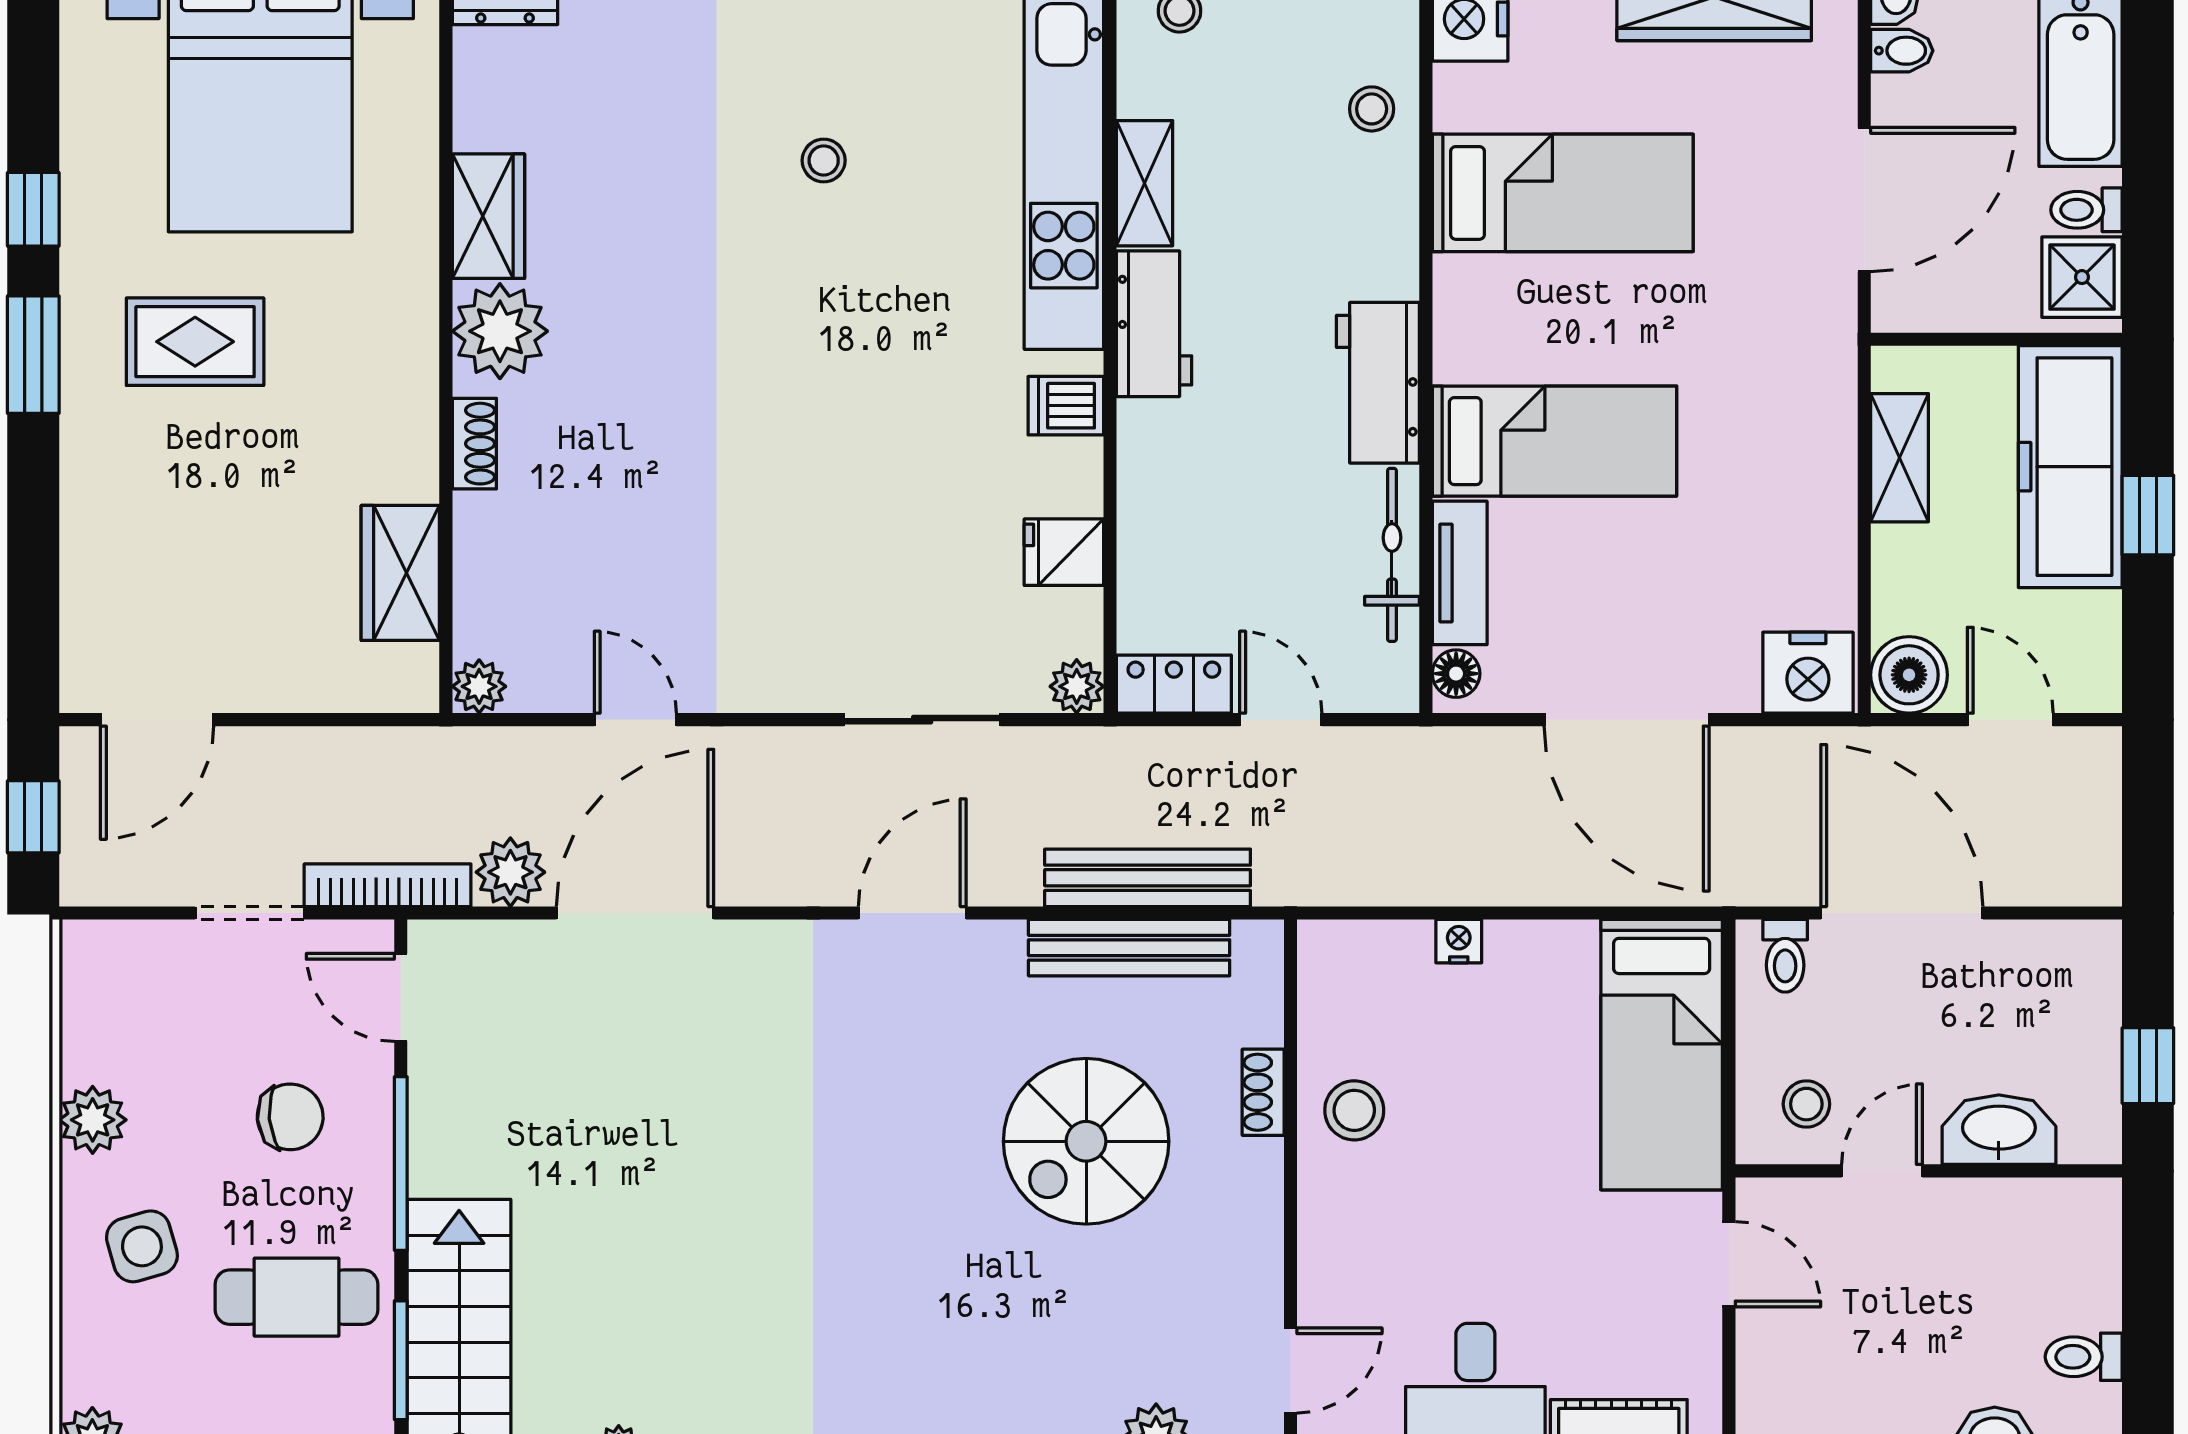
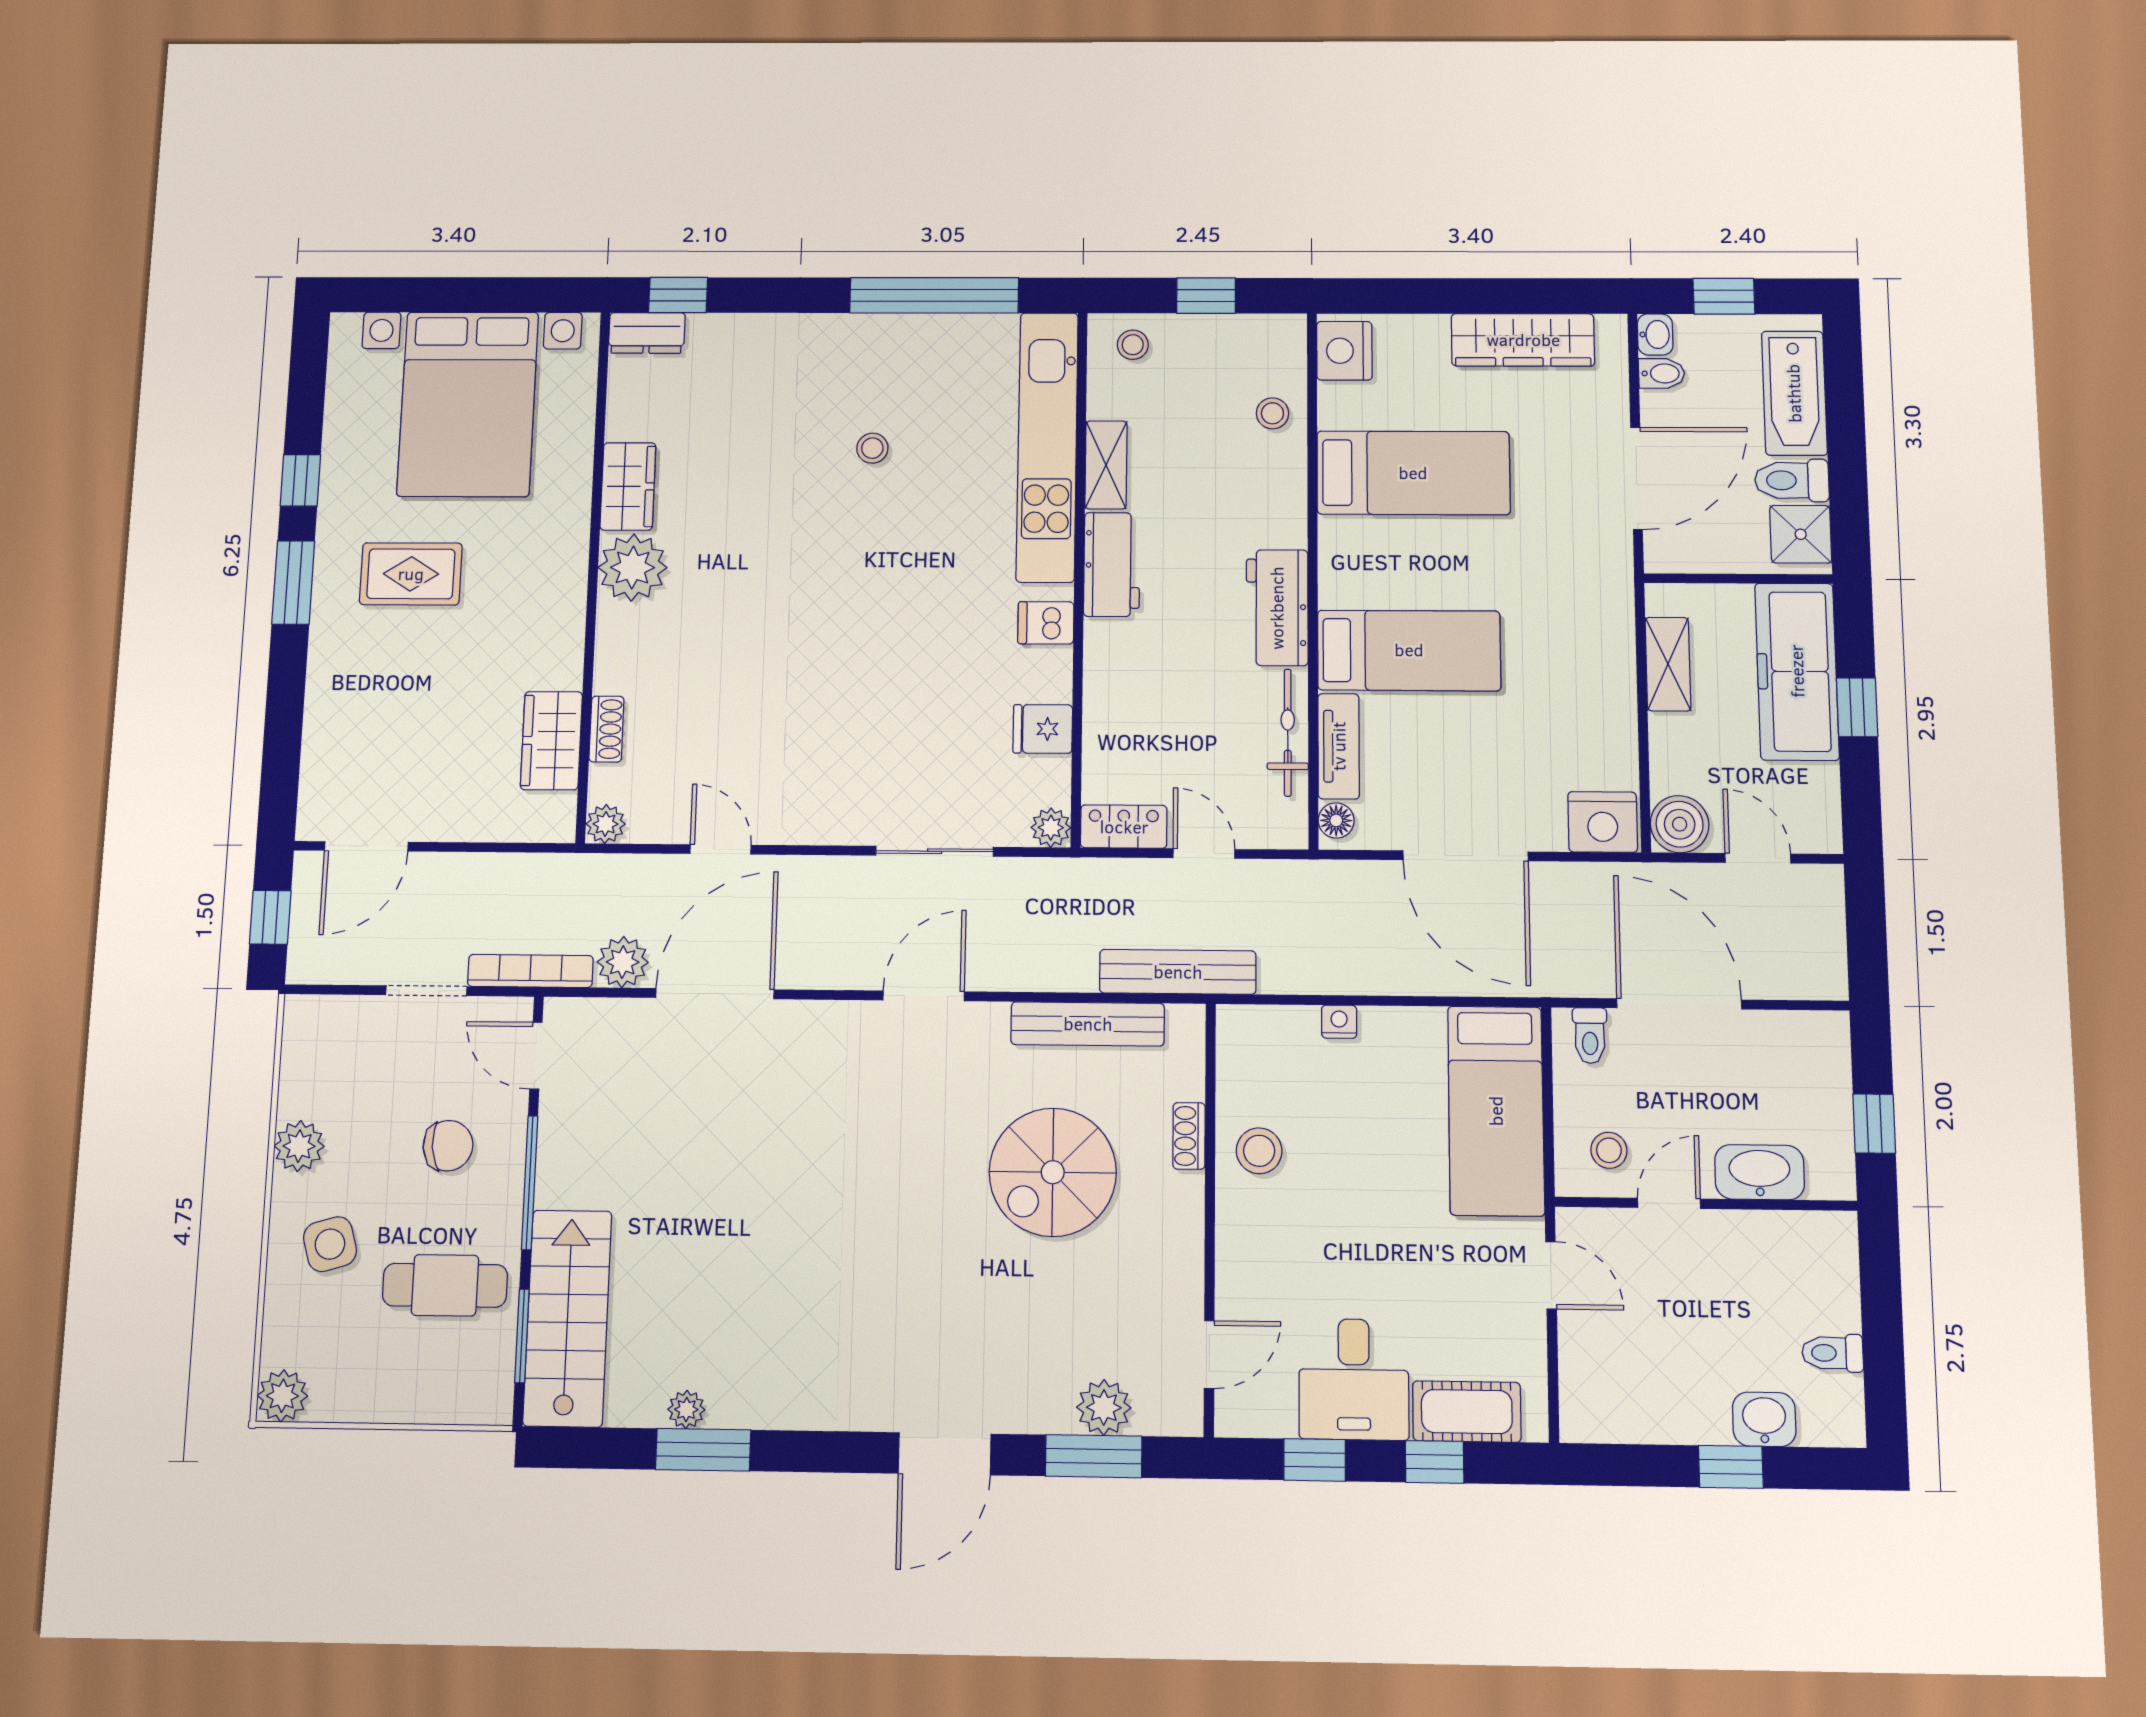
toilet: (2086, 210) -> (1792, 480), width x1.37, depth x1.39
shoe rack: (474, 444) -> (606, 729), moved
bench: (1148, 878) -> (1178, 972), moved

